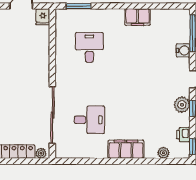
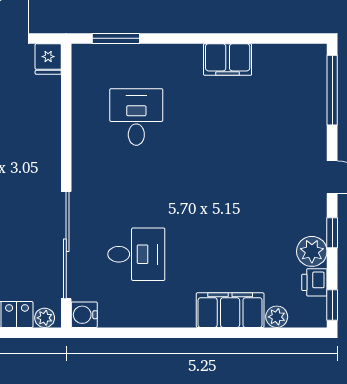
water cooler: (183, 50) -> (84, 315), moved, turned 180
plant: (182, 105) -> (312, 251), moved
filing cabinet: (126, 149) -> (230, 310), moved

